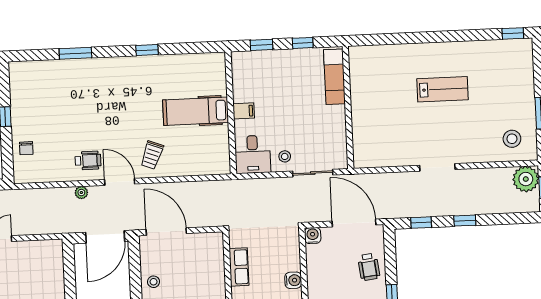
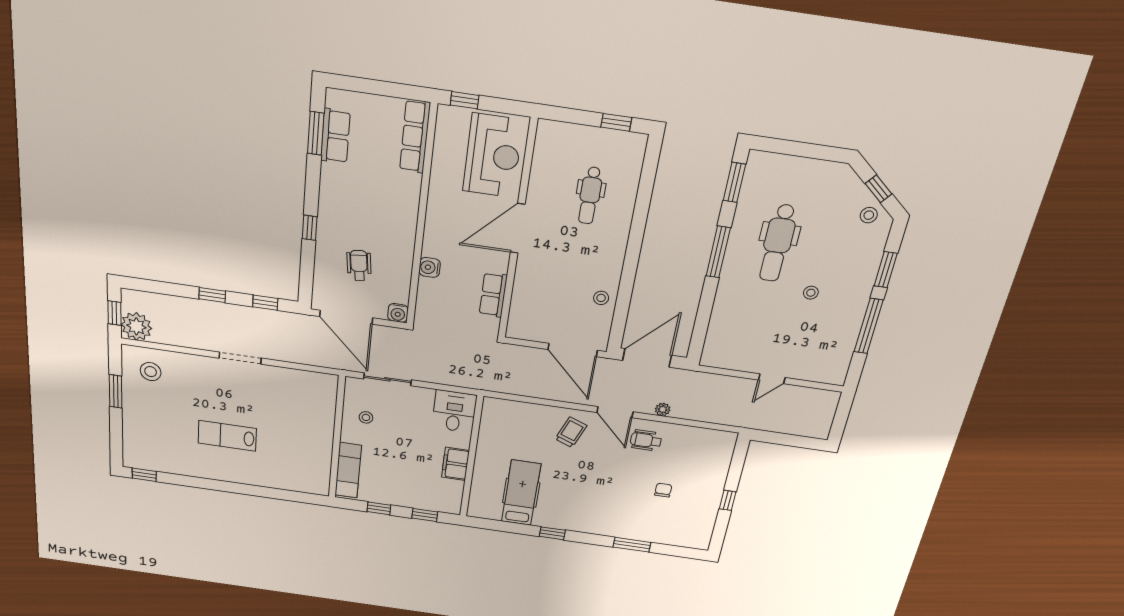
hospital bed: (196, 111) -> (521, 493), moved, turned -90
filing cabinet: (244, 111) -> (455, 464), width x2.00
chair: (26, 148) -> (663, 490), moved
stool: (285, 156) -> (366, 417), moved
wheelchair: (369, 267) -> (359, 265), moved

